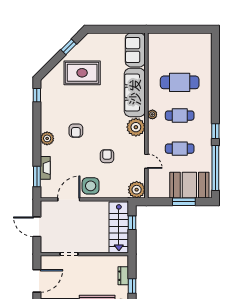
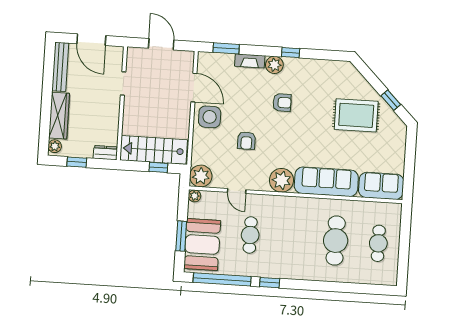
rug: (82, 73) -> (356, 115), turned 90
window: (37, 95) -> (291, 53), moved
plant: (152, 114) -> (195, 196), moved
cafe table: (180, 116) -> (378, 243), moved
armchair: (76, 131) -> (282, 103), turned 180
armchair: (107, 156) -> (246, 141), turned 90
door: (146, 161) -> (237, 191), hinge flipped
fireplace: (45, 168) -> (250, 61), moved
door: (37, 227) -> (161, 44), hinge flipped
dresser: (123, 276) -> (105, 153), moved

